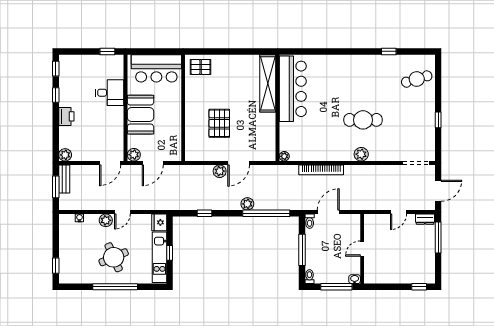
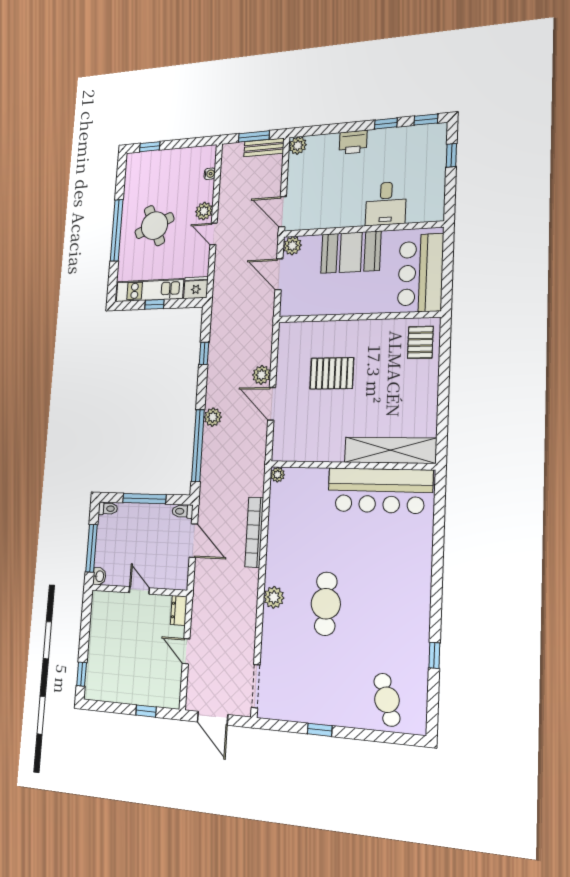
window: (107, 51) -> (451, 155), moved
dresser: (425, 219) -> (179, 610), moved
window: (438, 237) -> (146, 711), width x0.46

